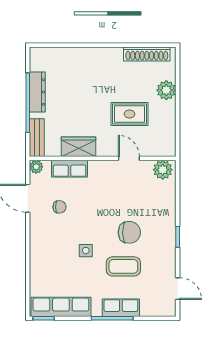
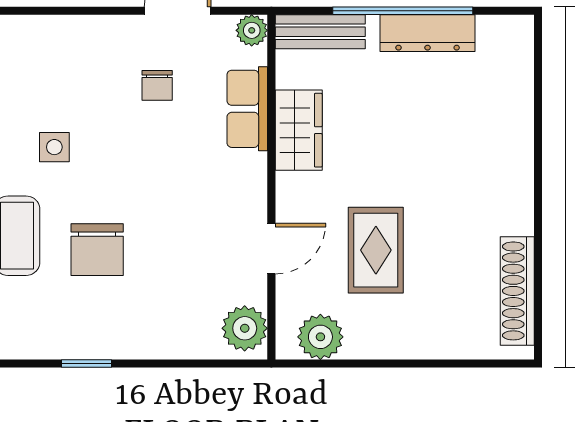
plant: (166, 90) -> (320, 337), moved

